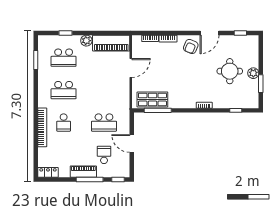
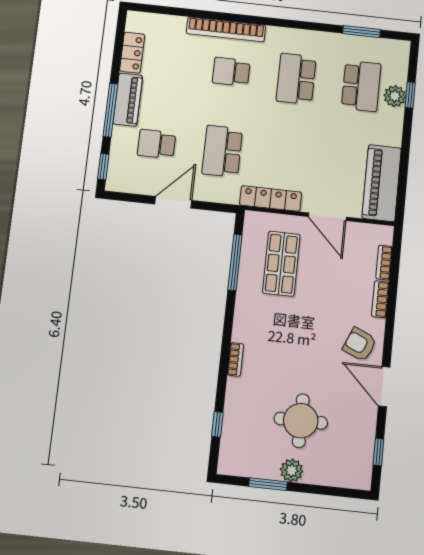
plant: (86, 41) -> (395, 96), moved
school desk: (64, 58) -> (361, 86), turned 180
locker: (125, 96) -> (271, 199), added
shop shelf: (152, 99) -> (281, 264), moved
school desk: (104, 155) -> (157, 144), turned 180
locker: (48, 172) -> (132, 53), moved

